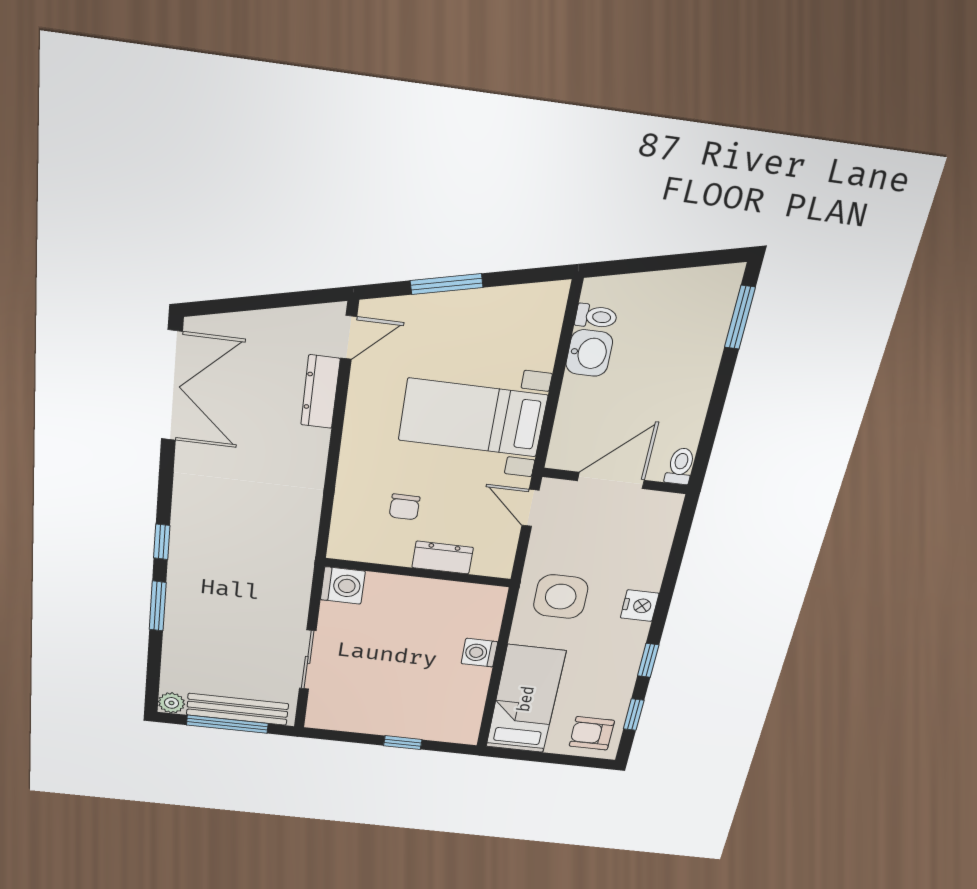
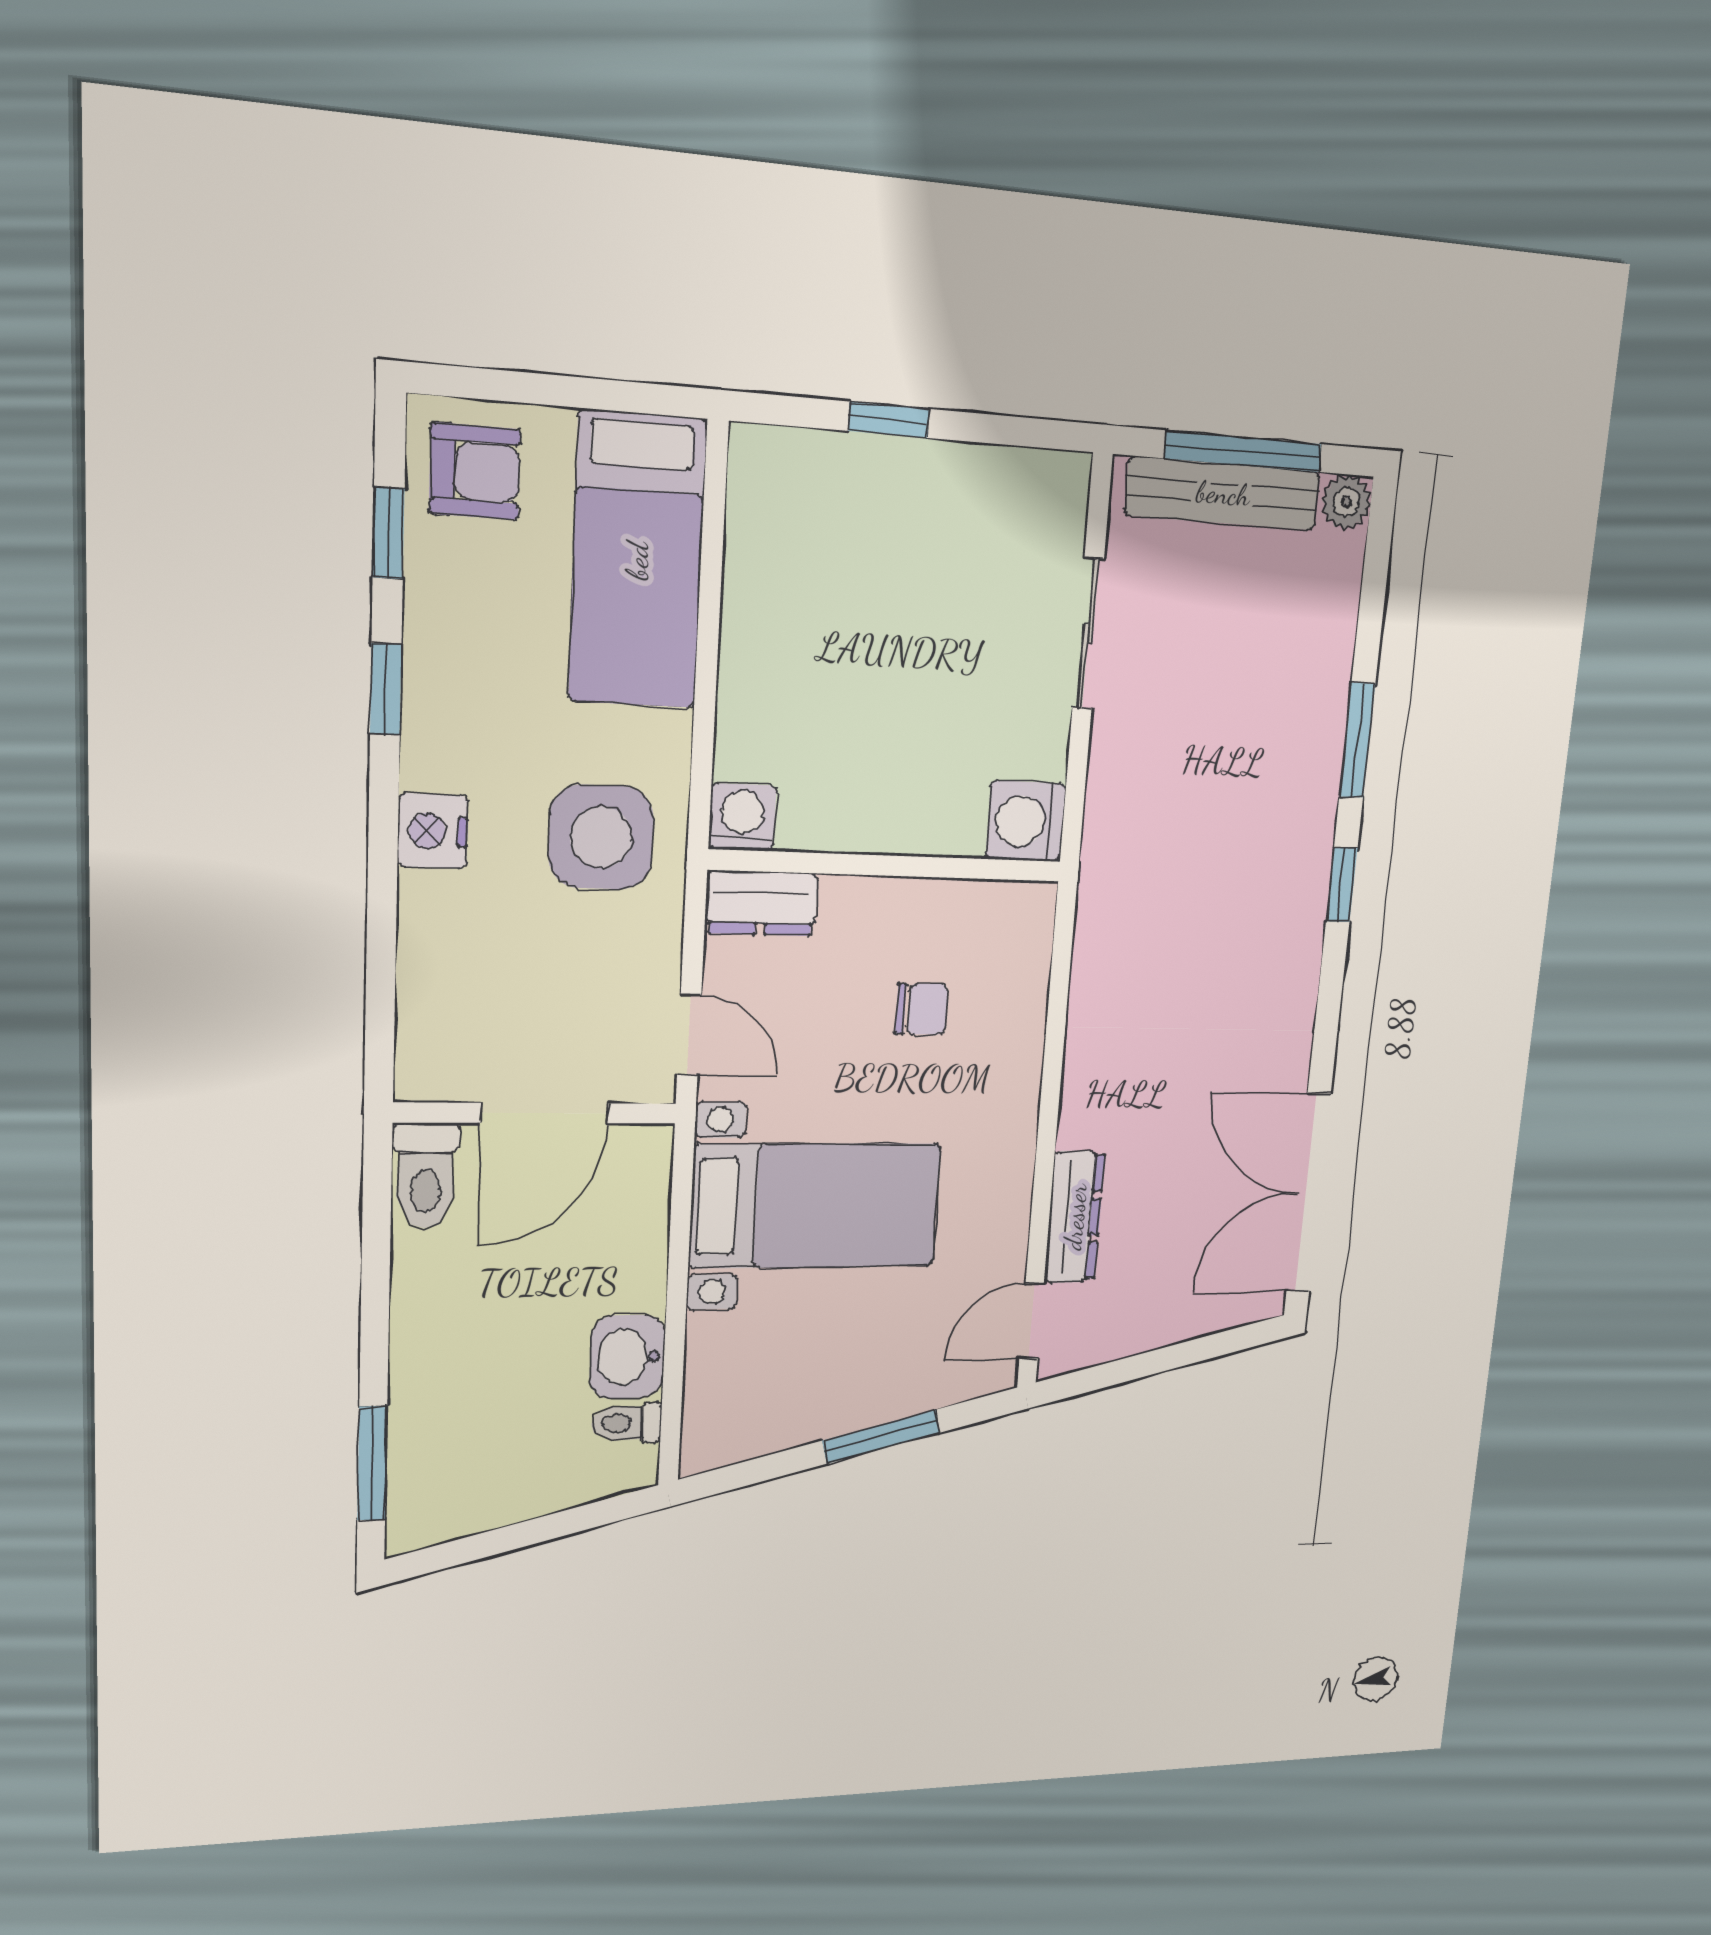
toilet: (680, 466) -> (425, 1176), width x1.37, depth x1.39
chair: (405, 507) -> (922, 1009), turned 90
dresser: (443, 557) -> (761, 903), moved
washing machine: (479, 653) -> (742, 817), moved, turned -90

